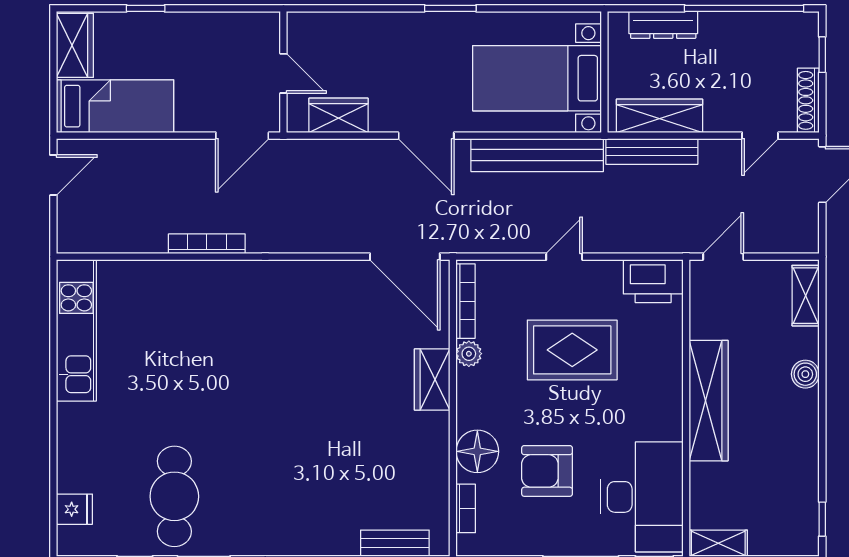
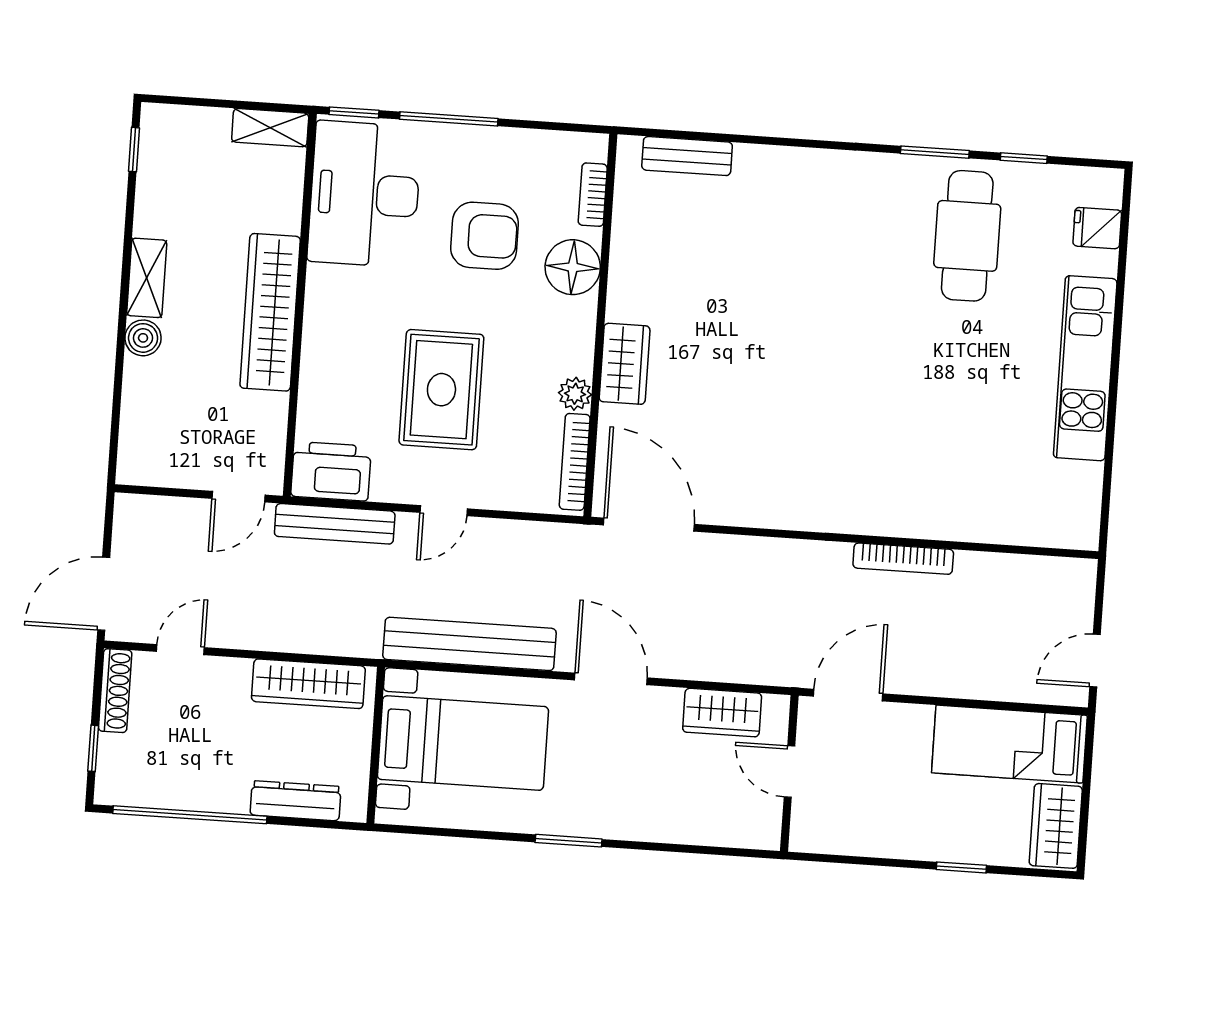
bench: (652, 151) -> (335, 524), moved
shelving: (806, 296) -> (147, 278), moved
kitchen unit: (76, 330) -> (1085, 368), moved
rug: (572, 350) -> (441, 390), turned 90

